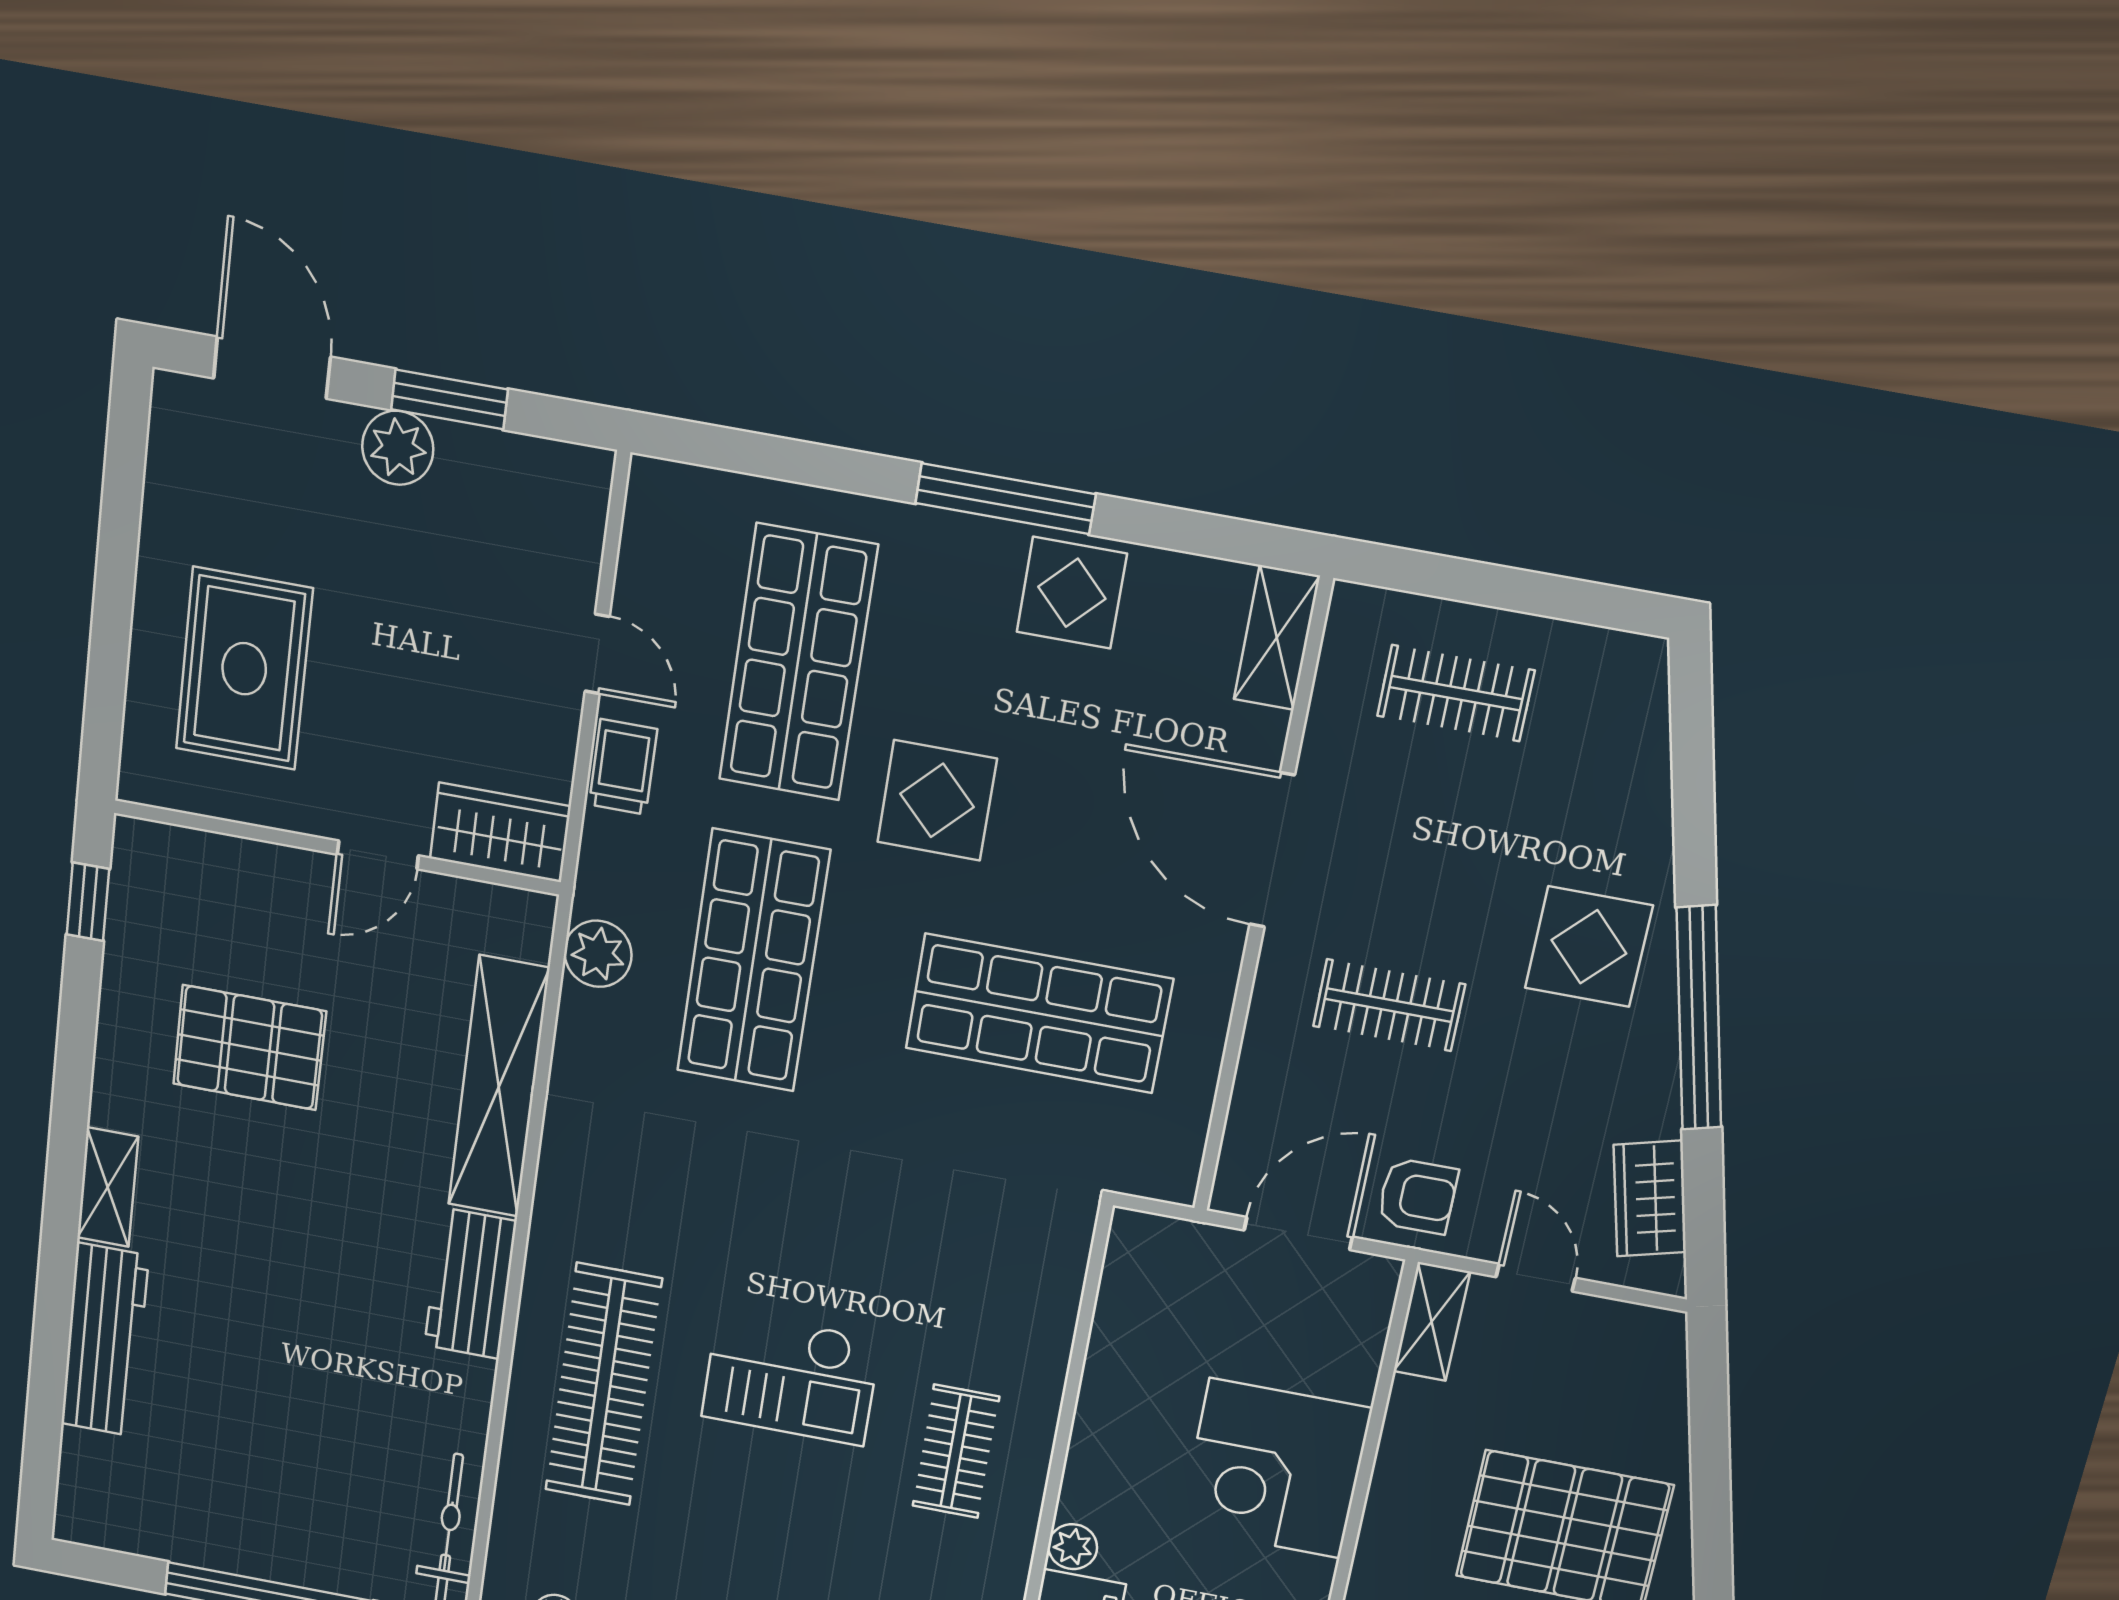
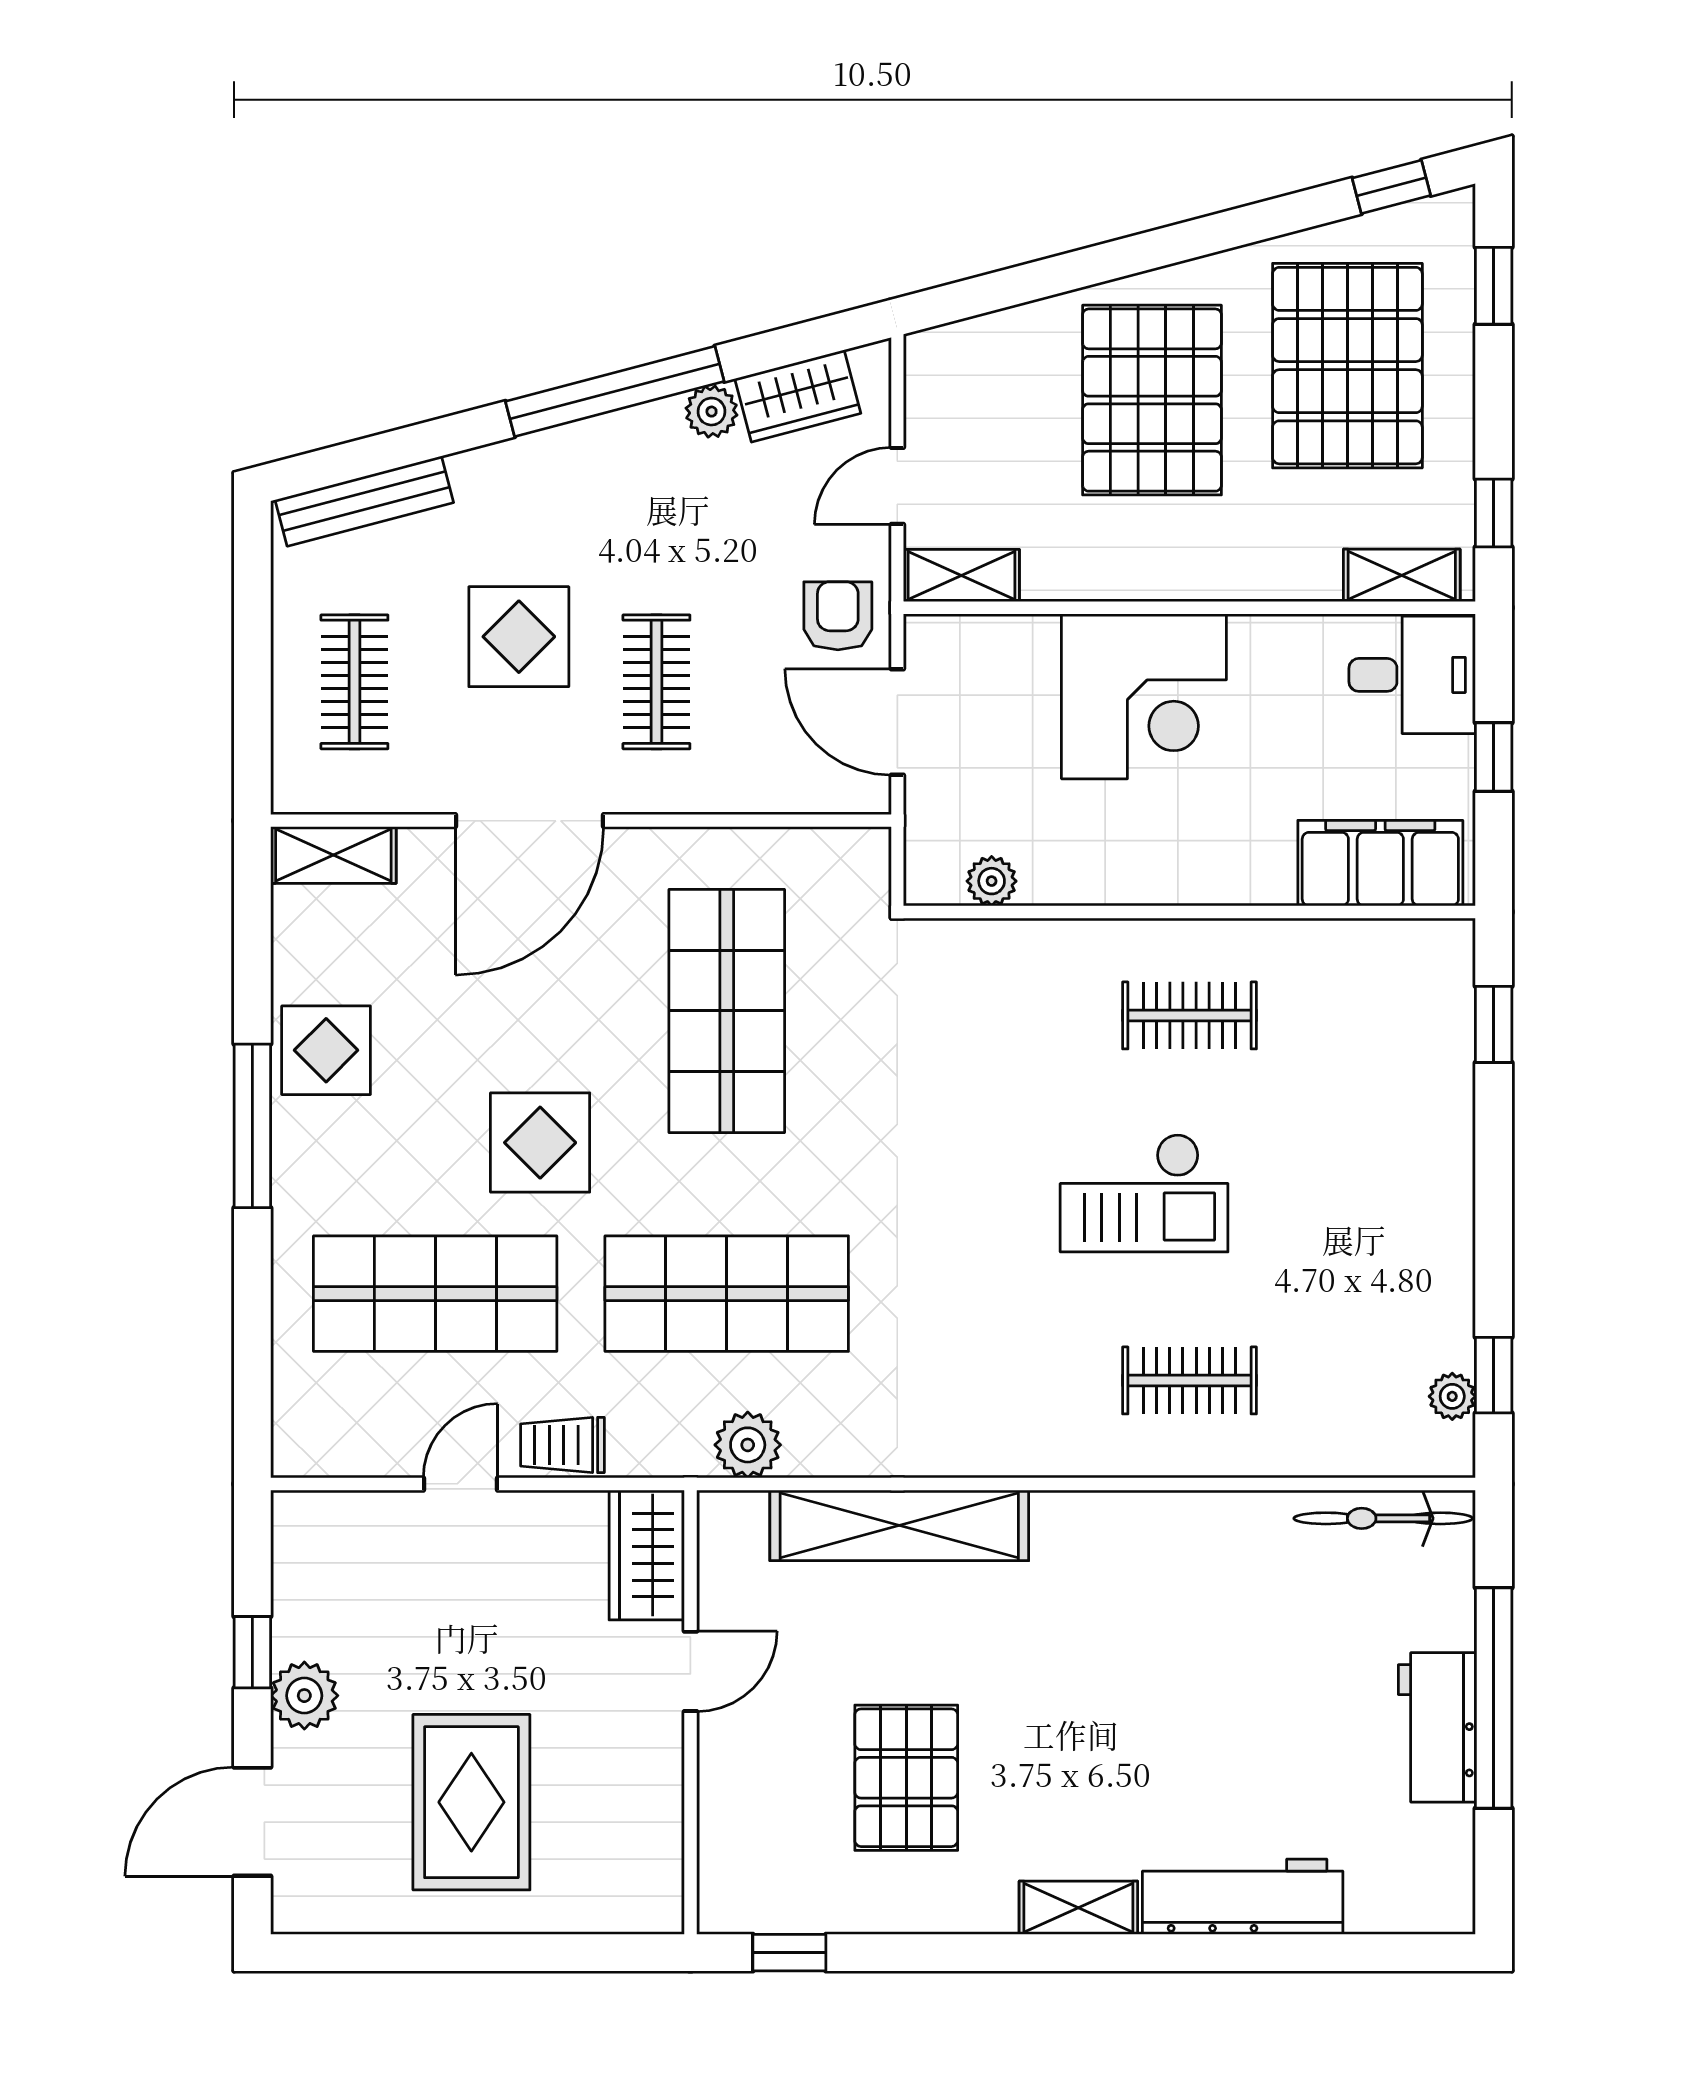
window: (449, 399) -> (252, 1652), width x0.67
rug: (244, 669) -> (471, 1802), moved, turned 90
bench: (1645, 738) -> (364, 501), added
door: (378, 855) -> (690, 1671), hinge flipped
display table: (1589, 947) -> (519, 637), moved
plant: (1654, 1111) -> (712, 412), added
workbench: (470, 1284) -> (1437, 1727), moved, turned 90
checkout: (791, 1378) -> (1144, 1193), turned 90
clothes rail: (603, 1385) -> (1189, 1380), width x0.54, depth x0.76
plant: (1073, 1547) -> (992, 881), moved

